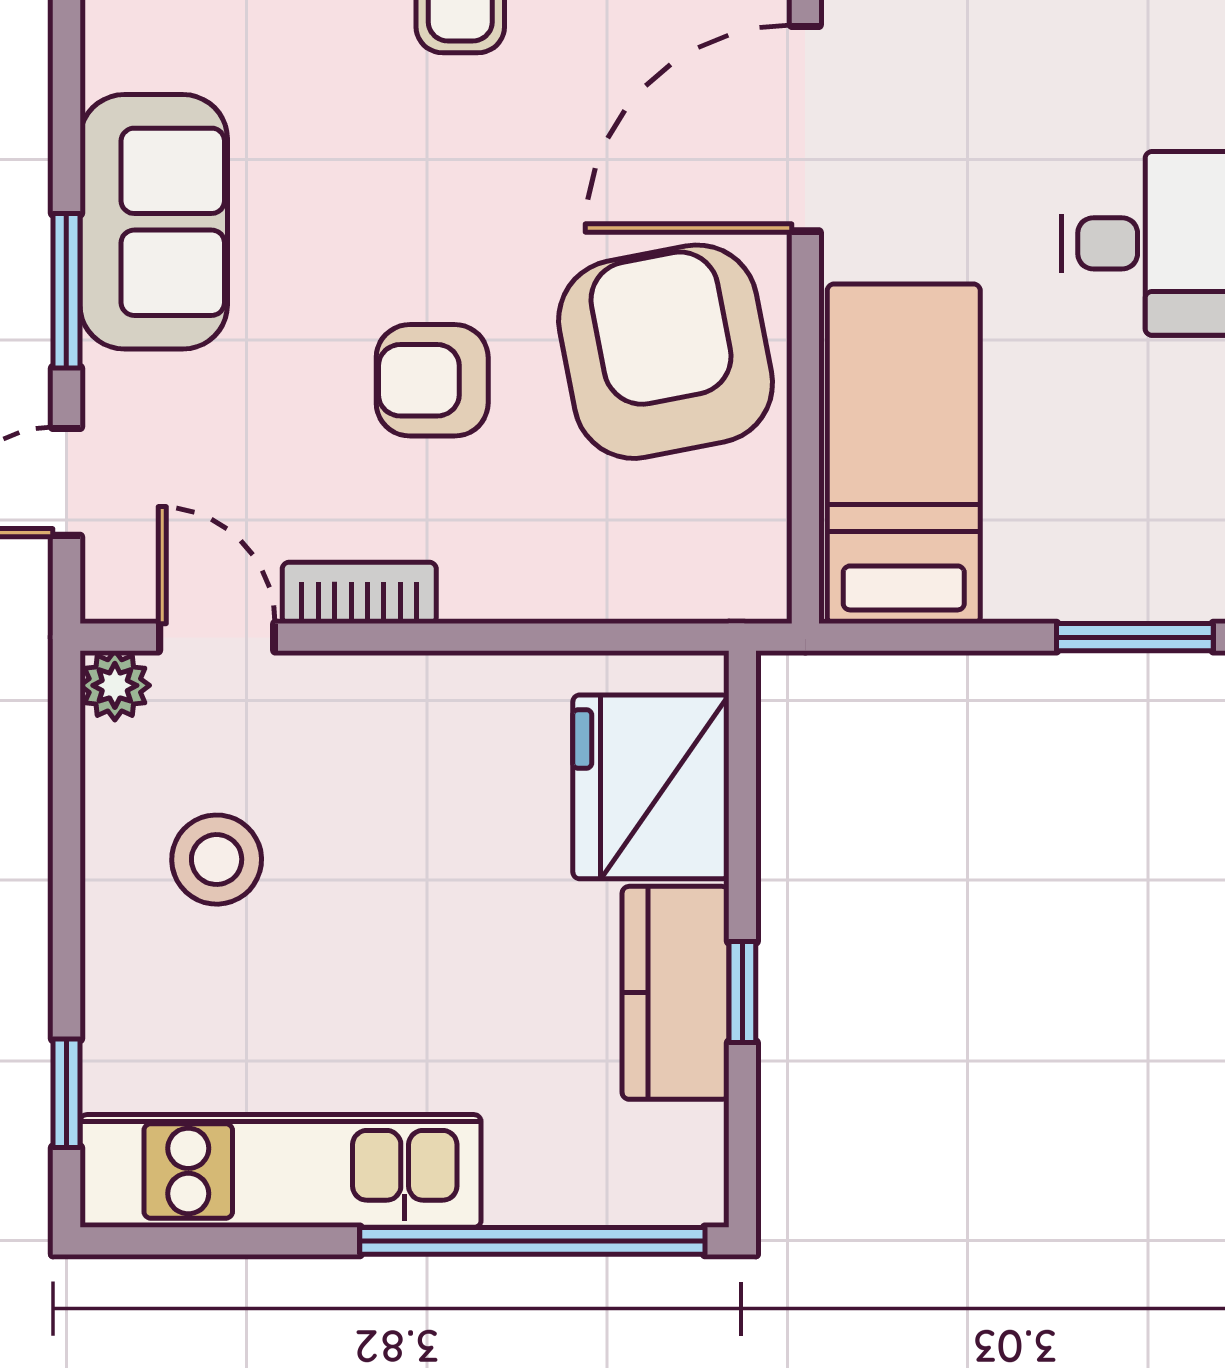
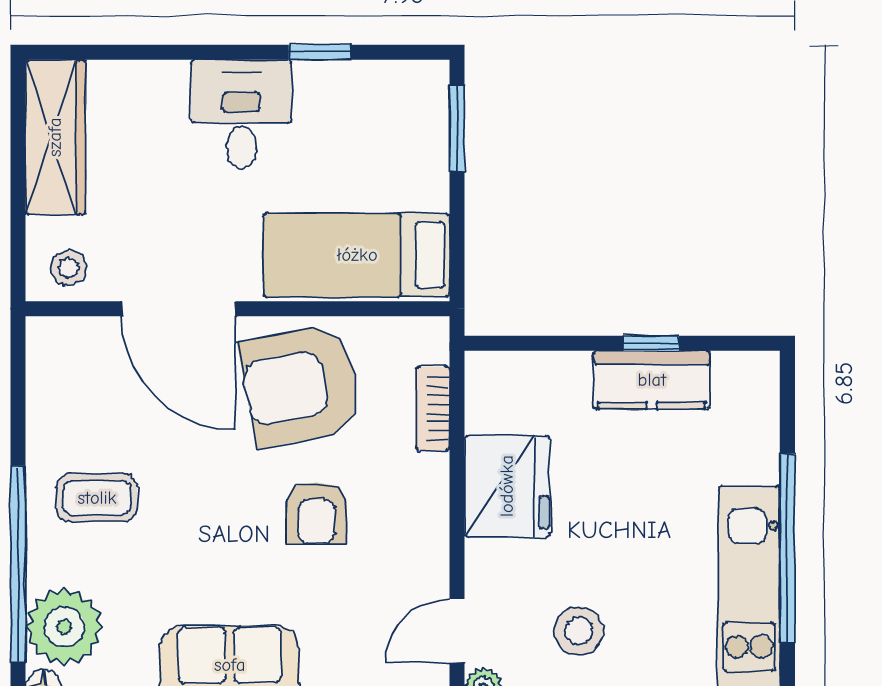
bookcase: (359, 593) -> (433, 409), moved
fridge: (651, 787) -> (507, 486), moved, turned -90
window: (532, 1241) -> (787, 548), moved

